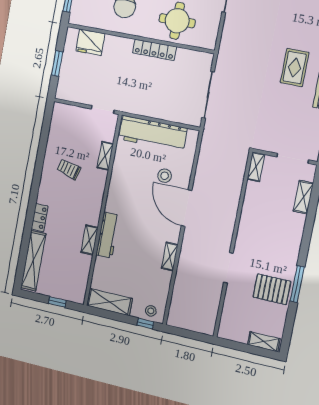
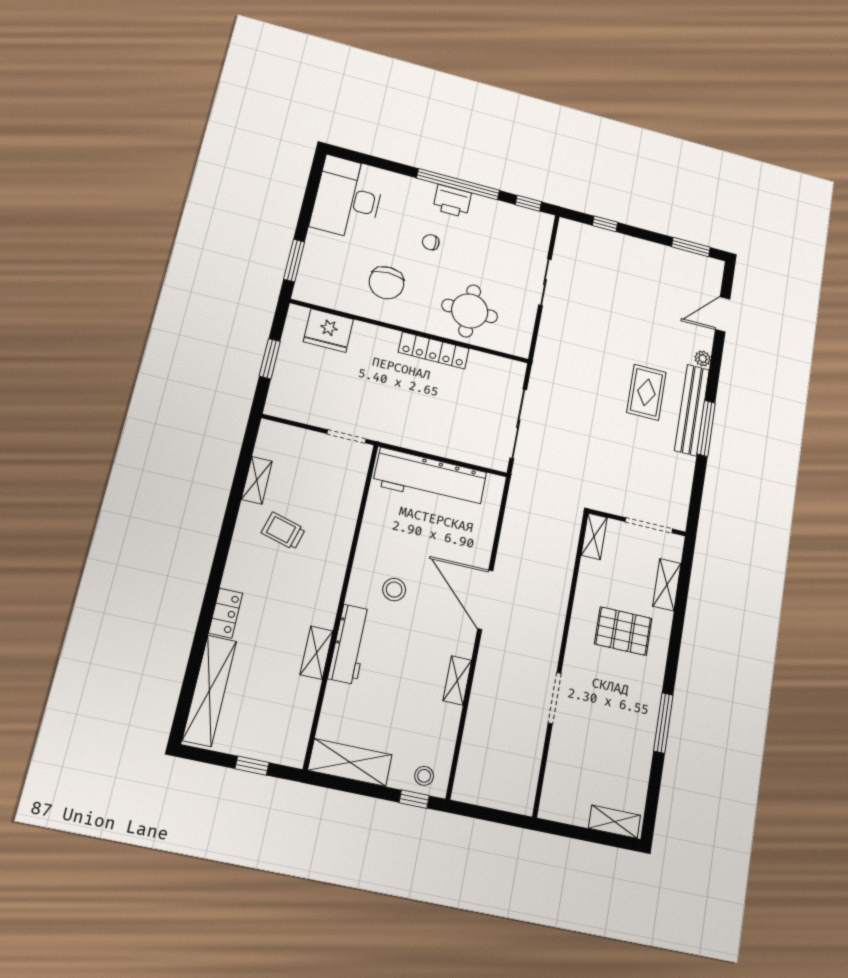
shelving: (105, 156) -> (257, 480), moved
stool: (165, 176) -> (394, 590), moved
pallet: (272, 289) -> (623, 631), moved

